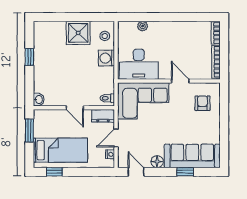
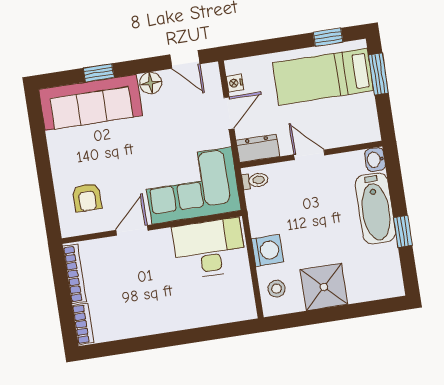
plant: (143, 26) -> (213, 316), removed
bathtub: (43, 72) -> (375, 208), added
door: (180, 81) -> (132, 230), swing flipped
window: (29, 130) -> (378, 74), moved

